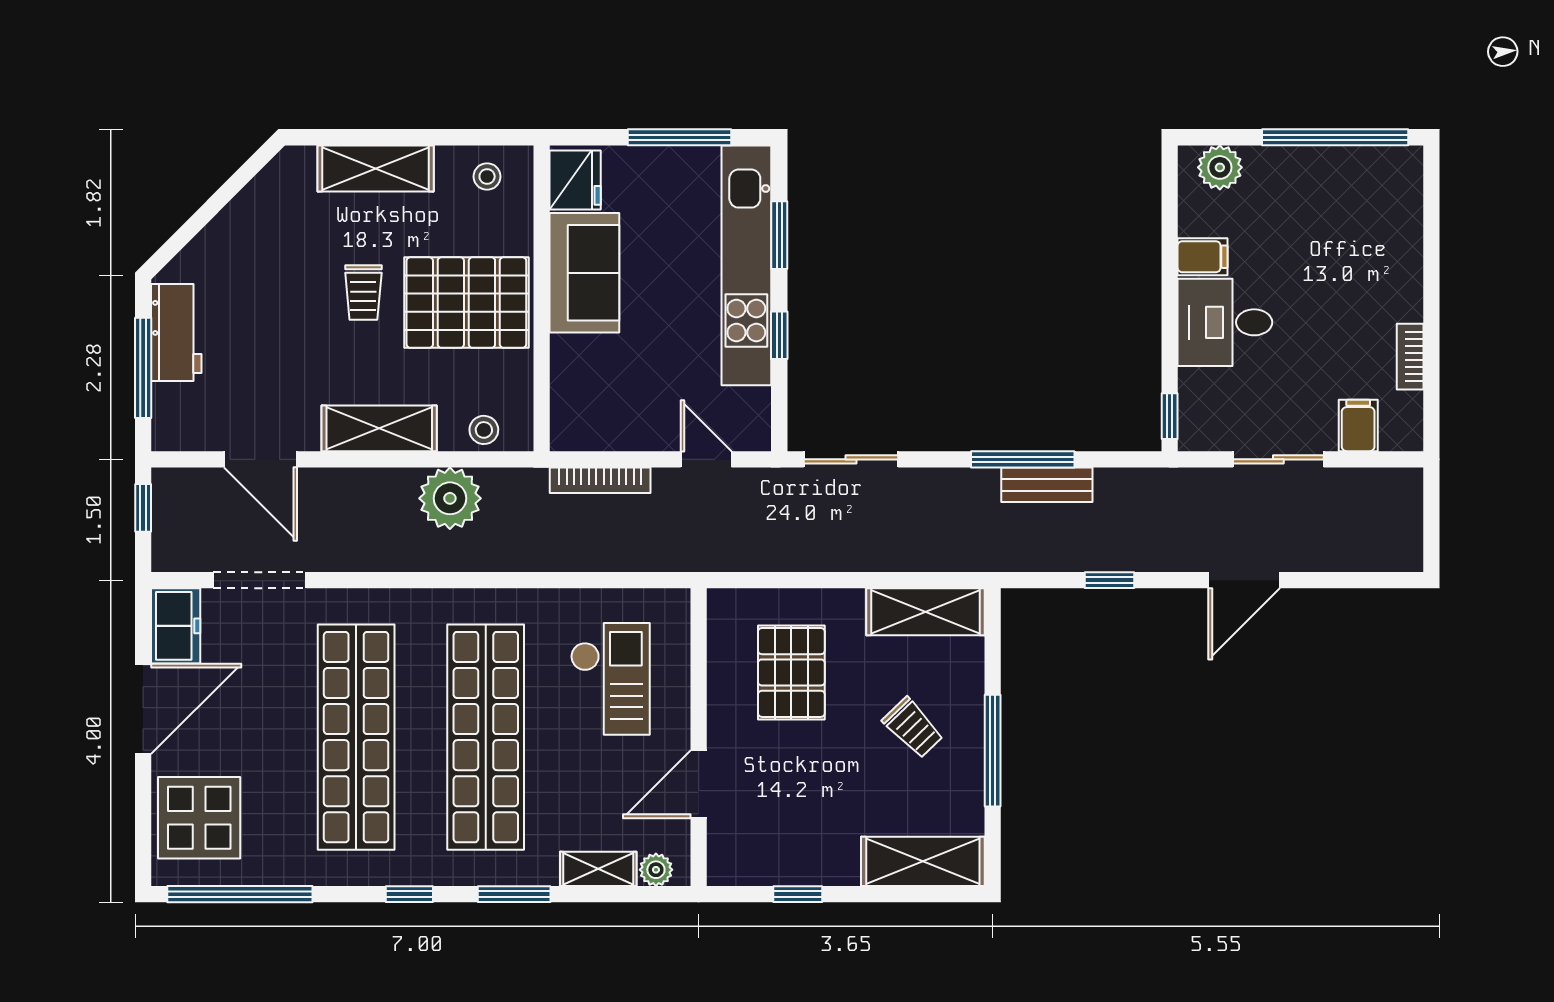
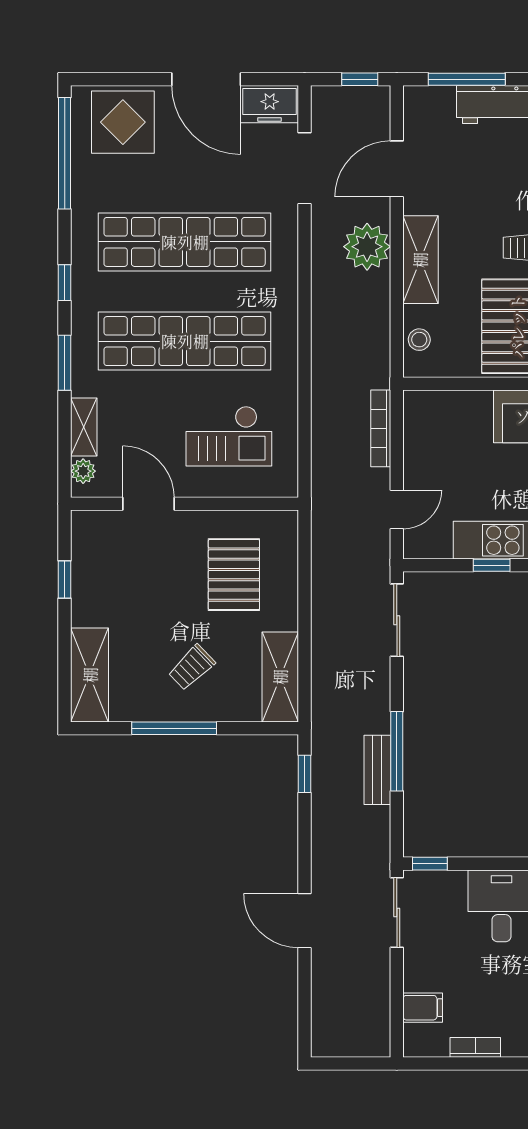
sliding door: (1278, 459) -> (397, 913), moved
plant: (450, 498) -> (367, 247), moved
window: (1110, 580) -> (304, 774), moved
pallet: (791, 672) -> (234, 575), turned 90

